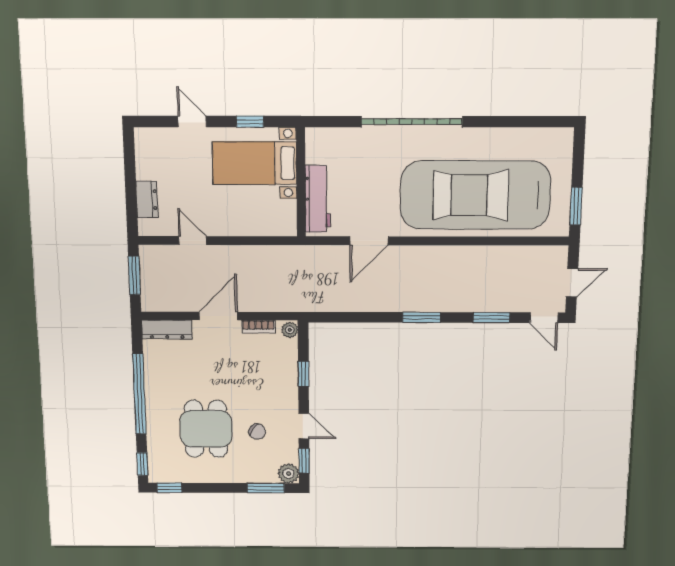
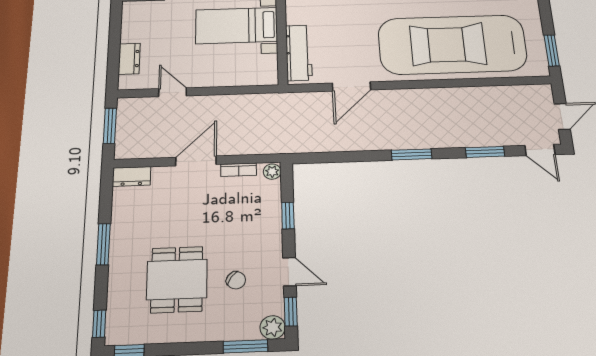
dresser: (167, 330) -> (132, 176), width x0.70
window: (139, 394) -> (103, 244), width x0.47

